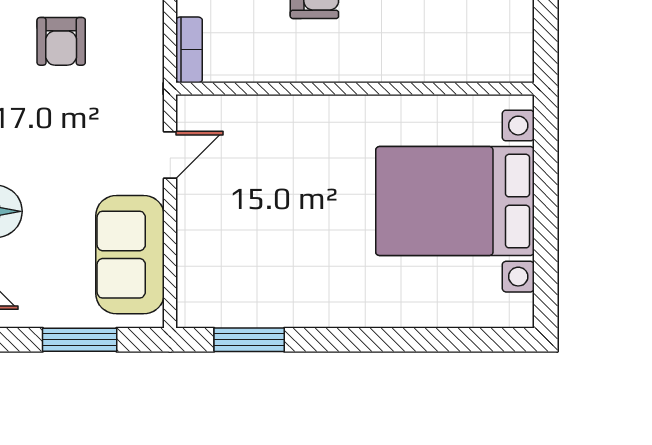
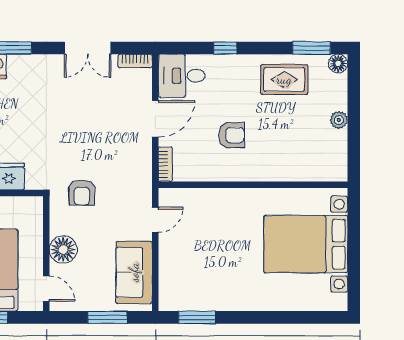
armchair: (61, 41) -> (82, 193), moved

